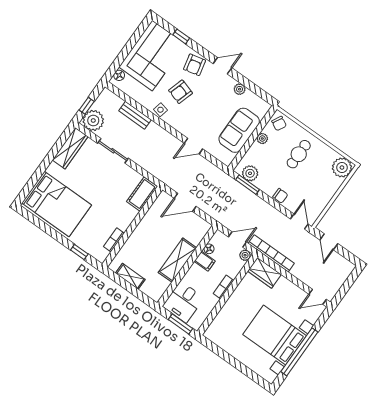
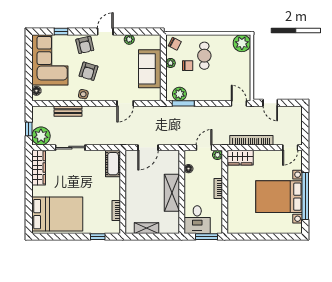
chair: (280, 196) -> (188, 66), moved
bookcase: (271, 253) -> (251, 140), moved
filing cabinet: (205, 261) -> (192, 180), removed

